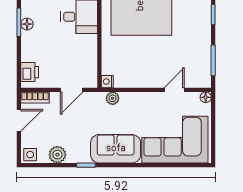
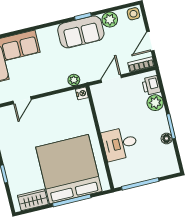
floor lamp: (27, 24) -> (167, 138), moved
plant: (30, 52) -> (155, 103), added
sofa: (116, 149) -> (81, 32), moved

